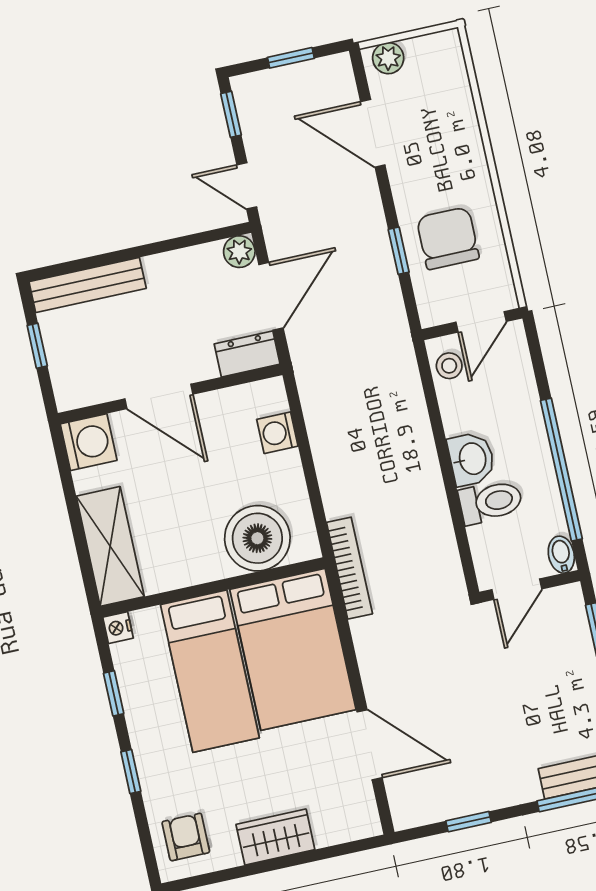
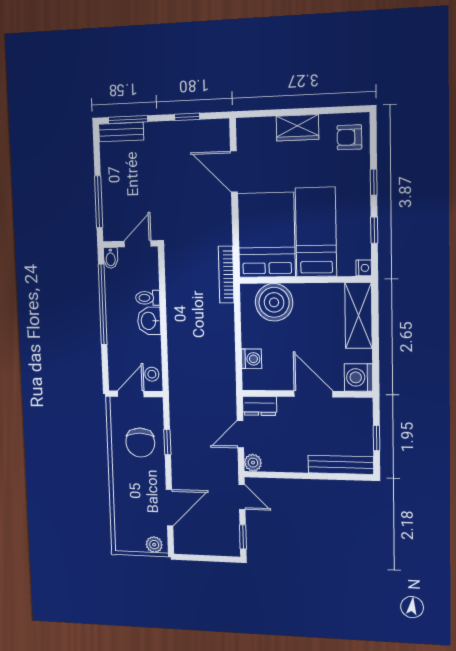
window: (291, 58) -> (205, 558), removed
door: (373, 133) -> (169, 508), hinge flipped
door: (271, 296) -> (240, 434), width x0.73
toilet: (491, 502) -> (148, 298), width x0.73, depth x0.72
armchair: (186, 837) -> (349, 137), turned 90

